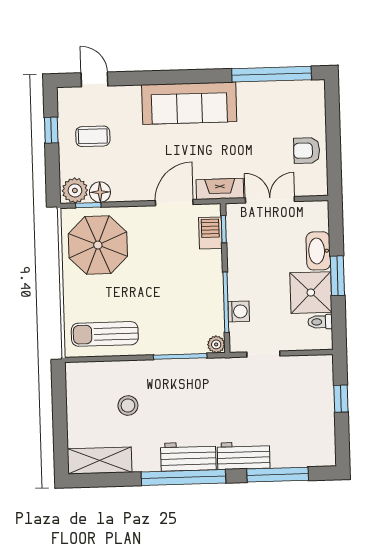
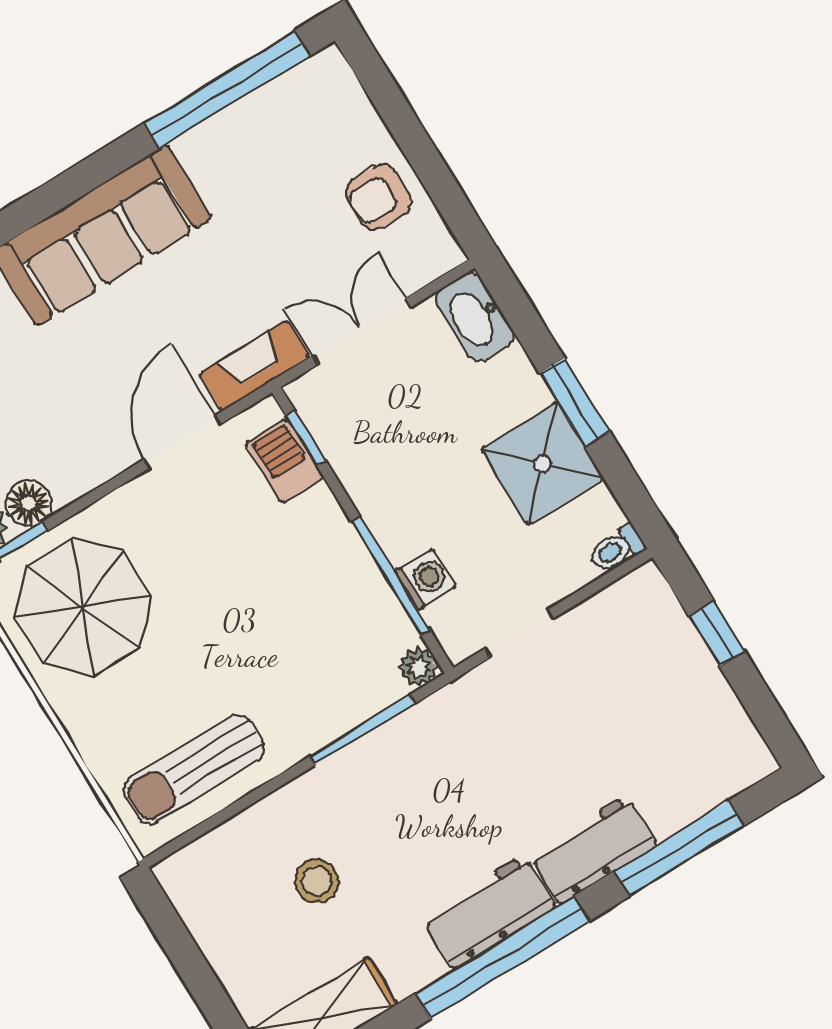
washbasin: (318, 251) -> (475, 317), moved
toilet: (320, 322) -> (616, 549), moved

